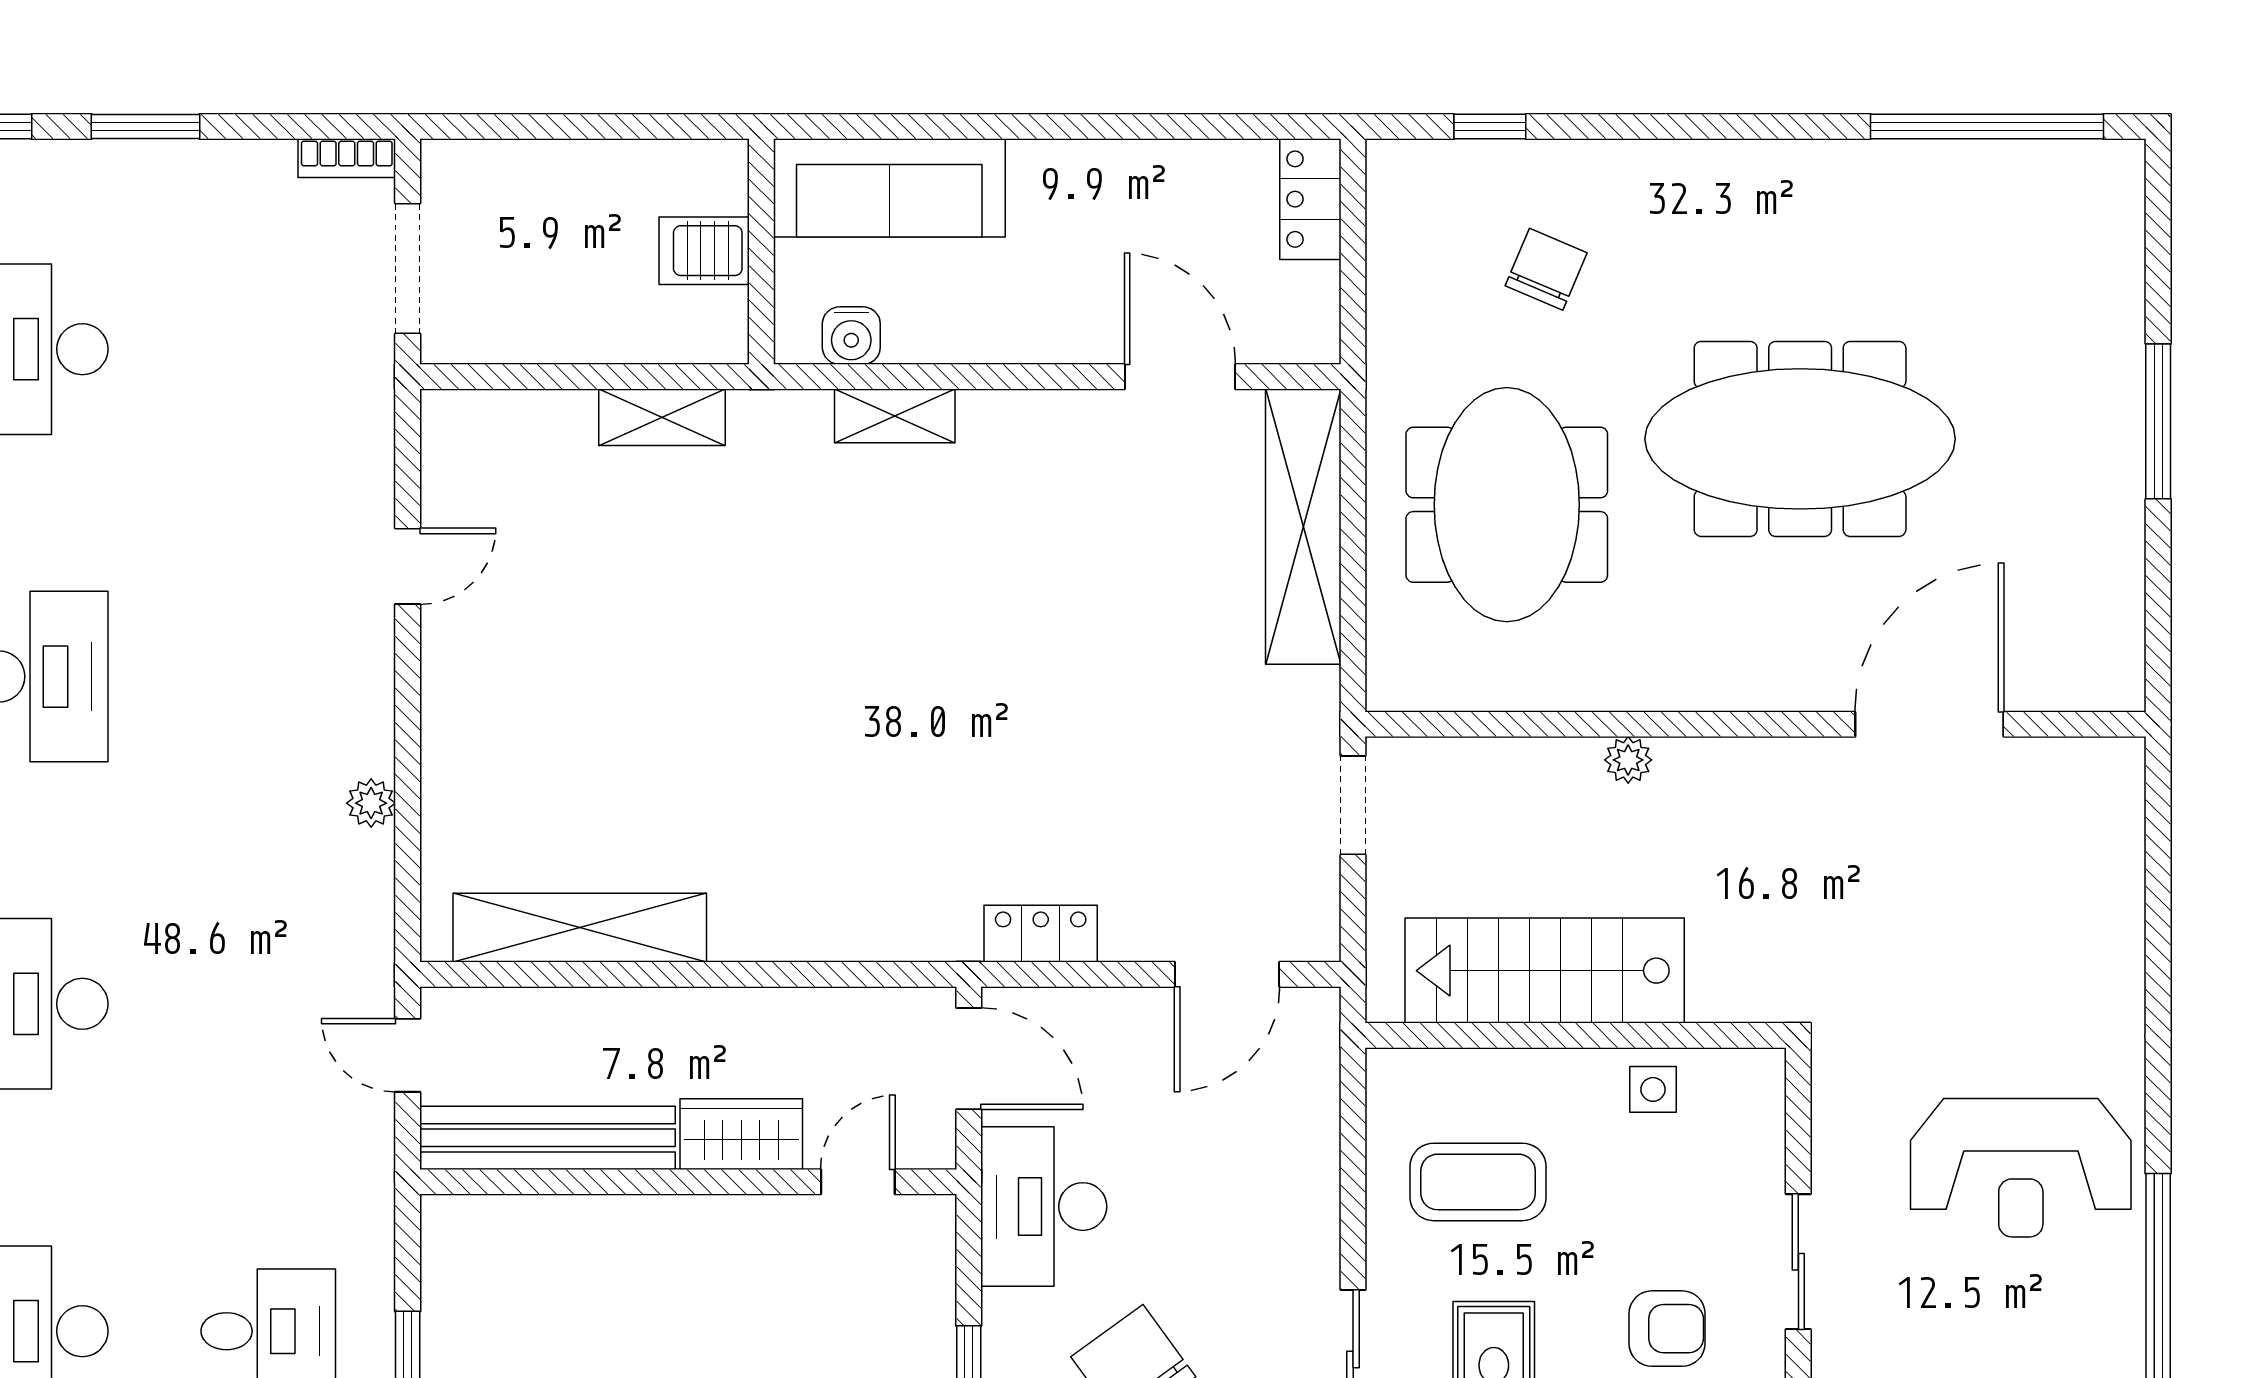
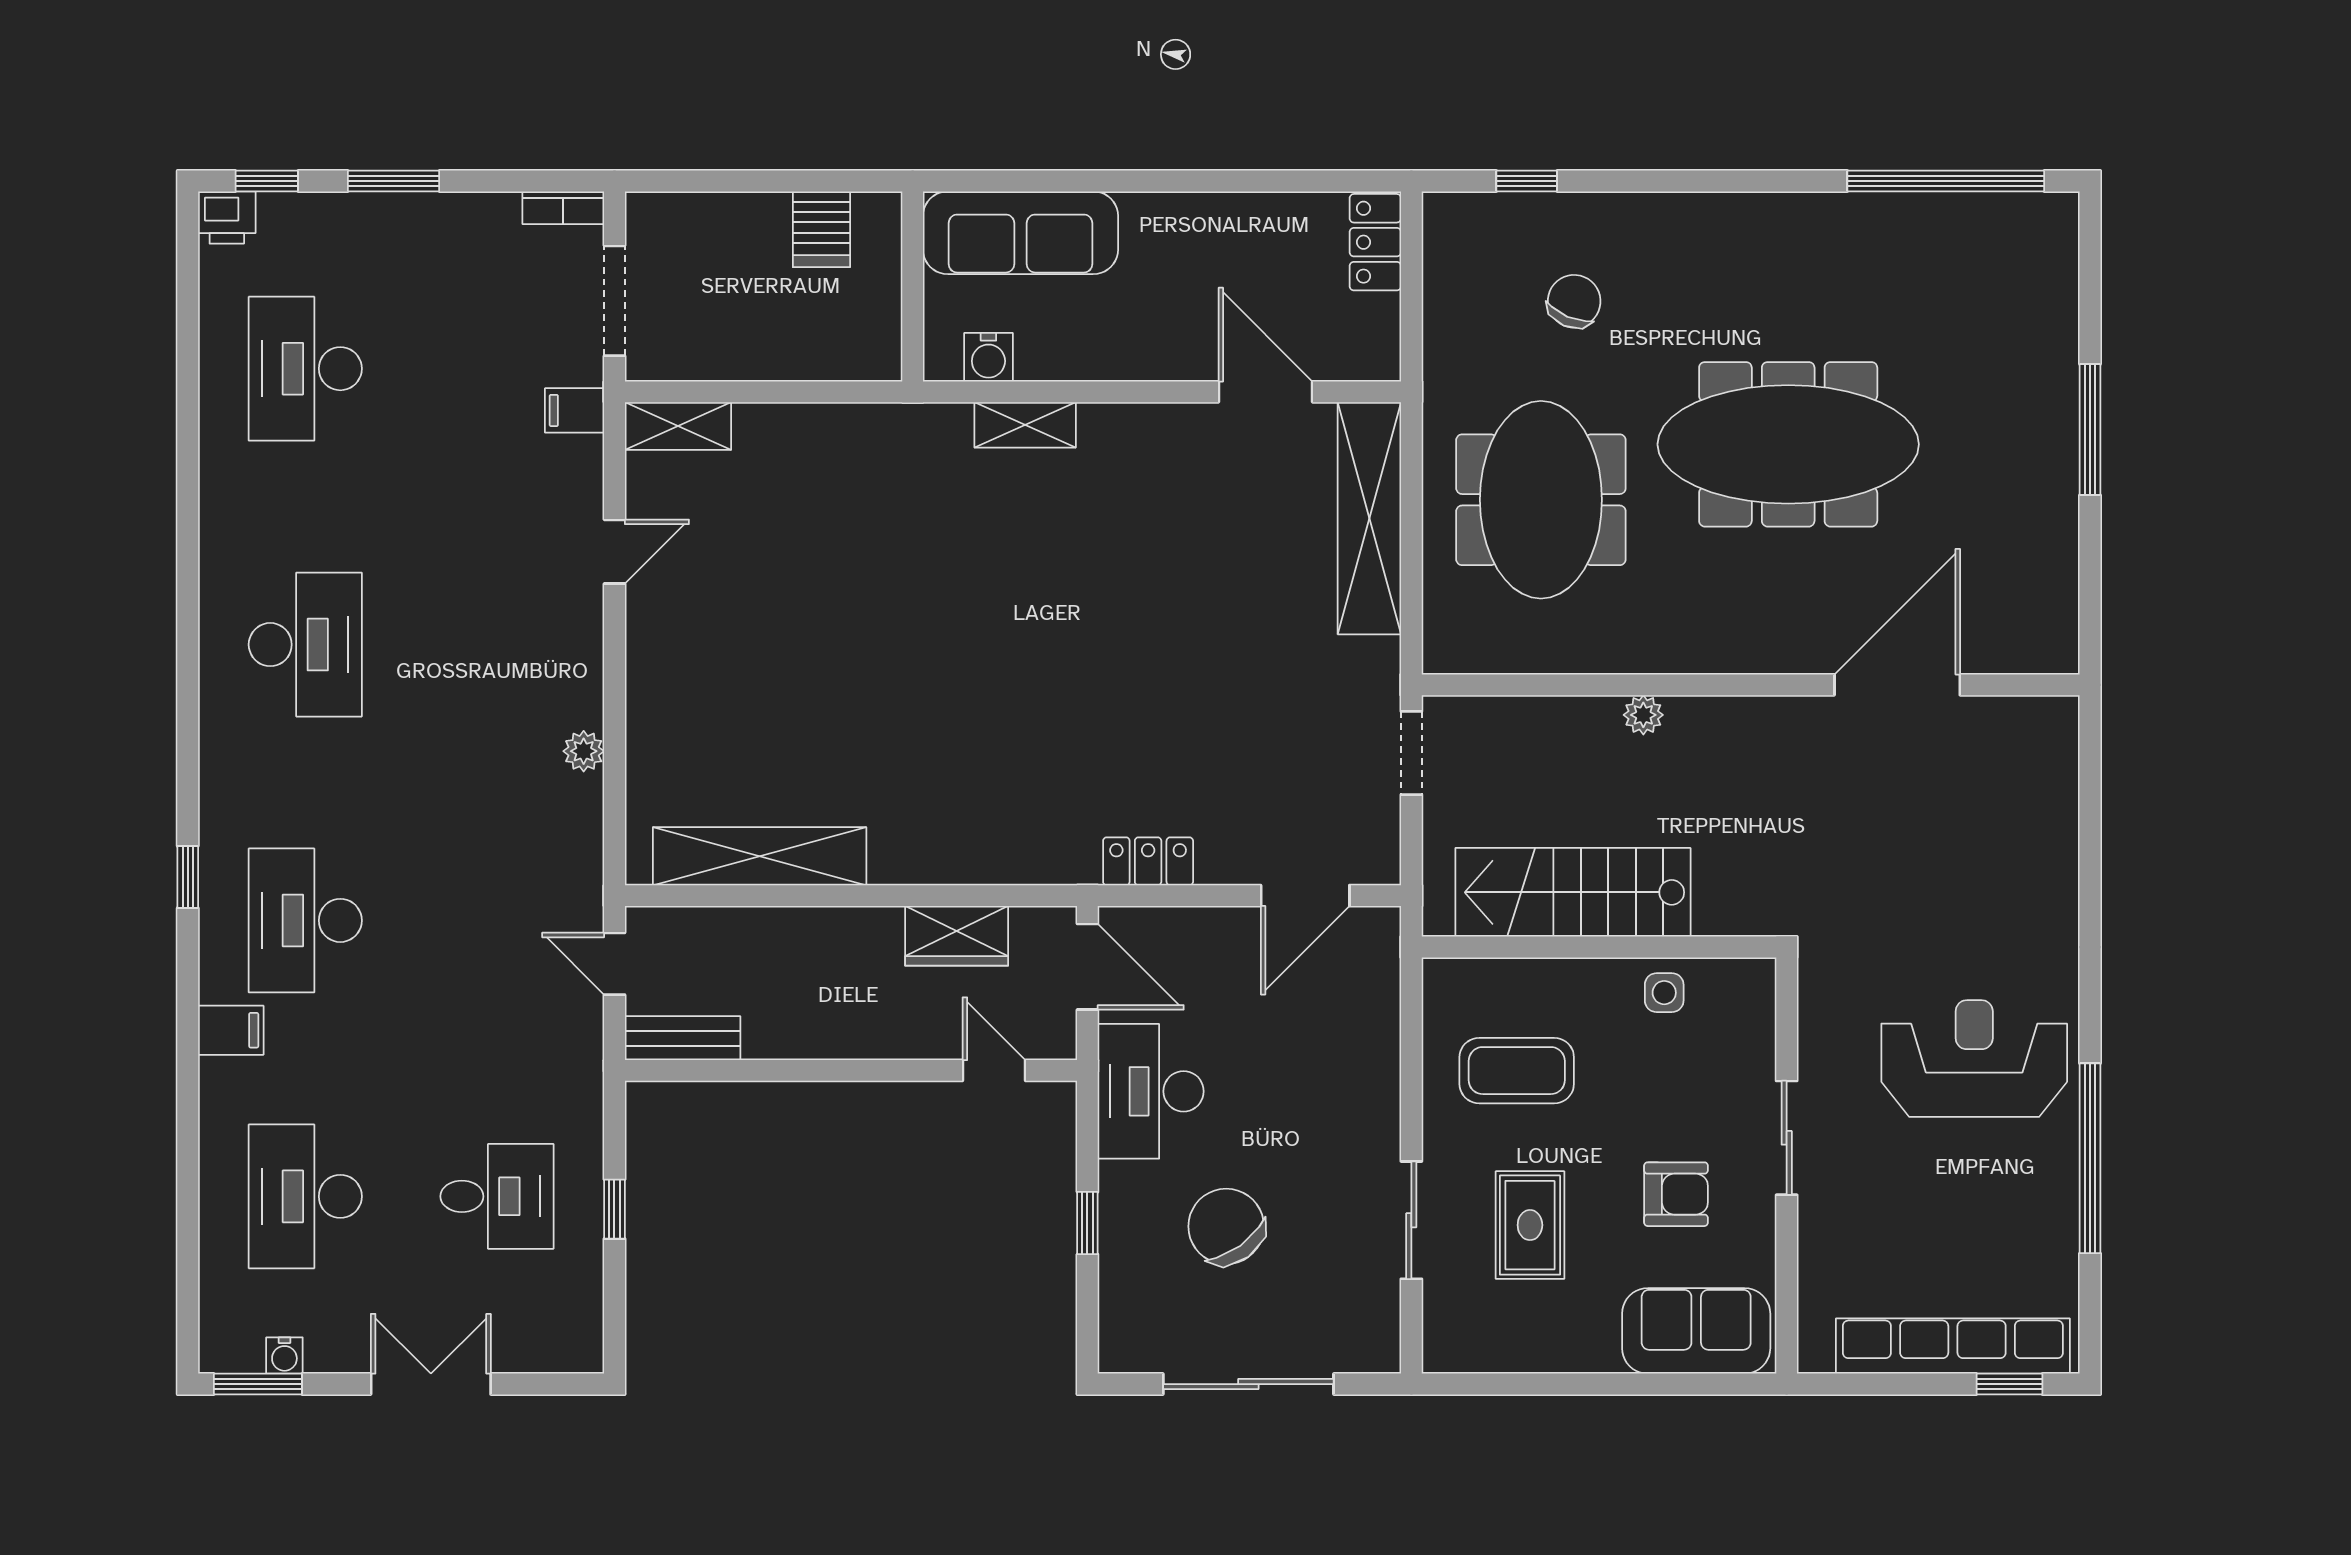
server rack: (704, 251) -> (821, 229), moved, turned -90
filing cabinet: (360, 399) -> (575, 410), added
shelving: (662, 417) -> (678, 426), moved
wardrobe: (741, 1134) -> (957, 936), moved, turned 180
bench: (548, 1138) -> (683, 1038), width x0.54, depth x0.82
reception desk: (2021, 1168) -> (1974, 1059), turned 180
door: (858, 1182) -> (994, 1070), hinge flipped

